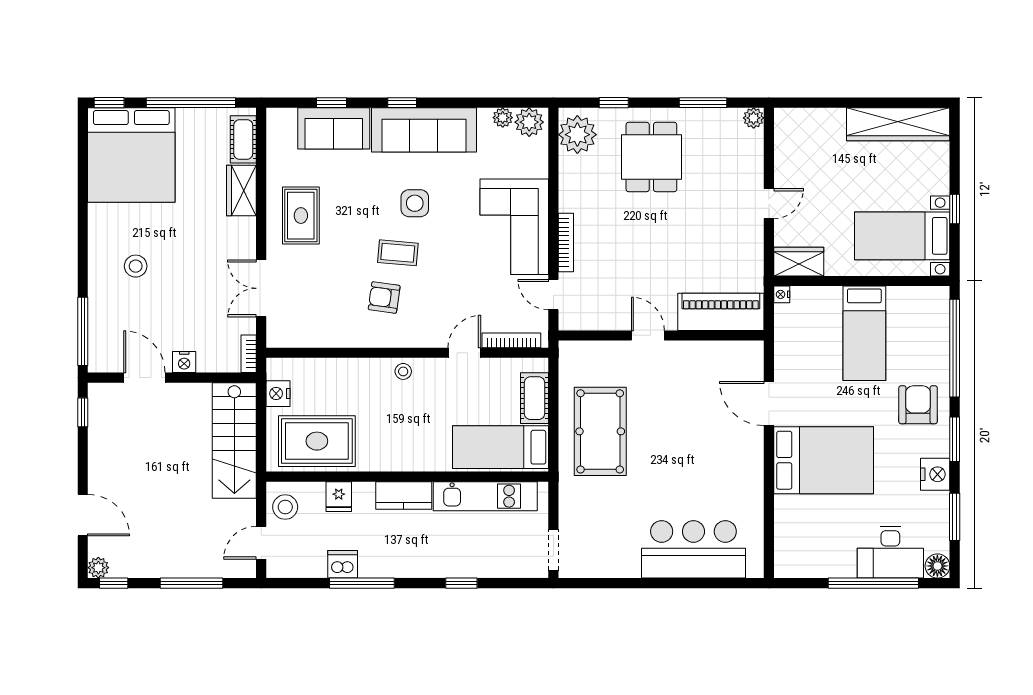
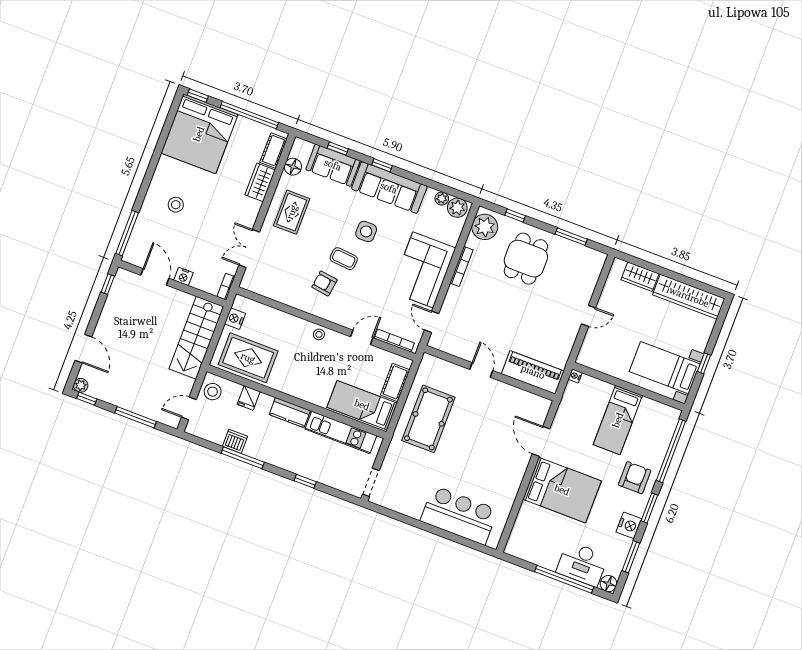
plant: (754, 118) -> (599, 258), removed
floor lamp: (279, 152) -> (293, 167), added
bookcase: (566, 242) -> (461, 266), moved
wardrobe: (799, 262) -> (640, 277), moved, turned 180

